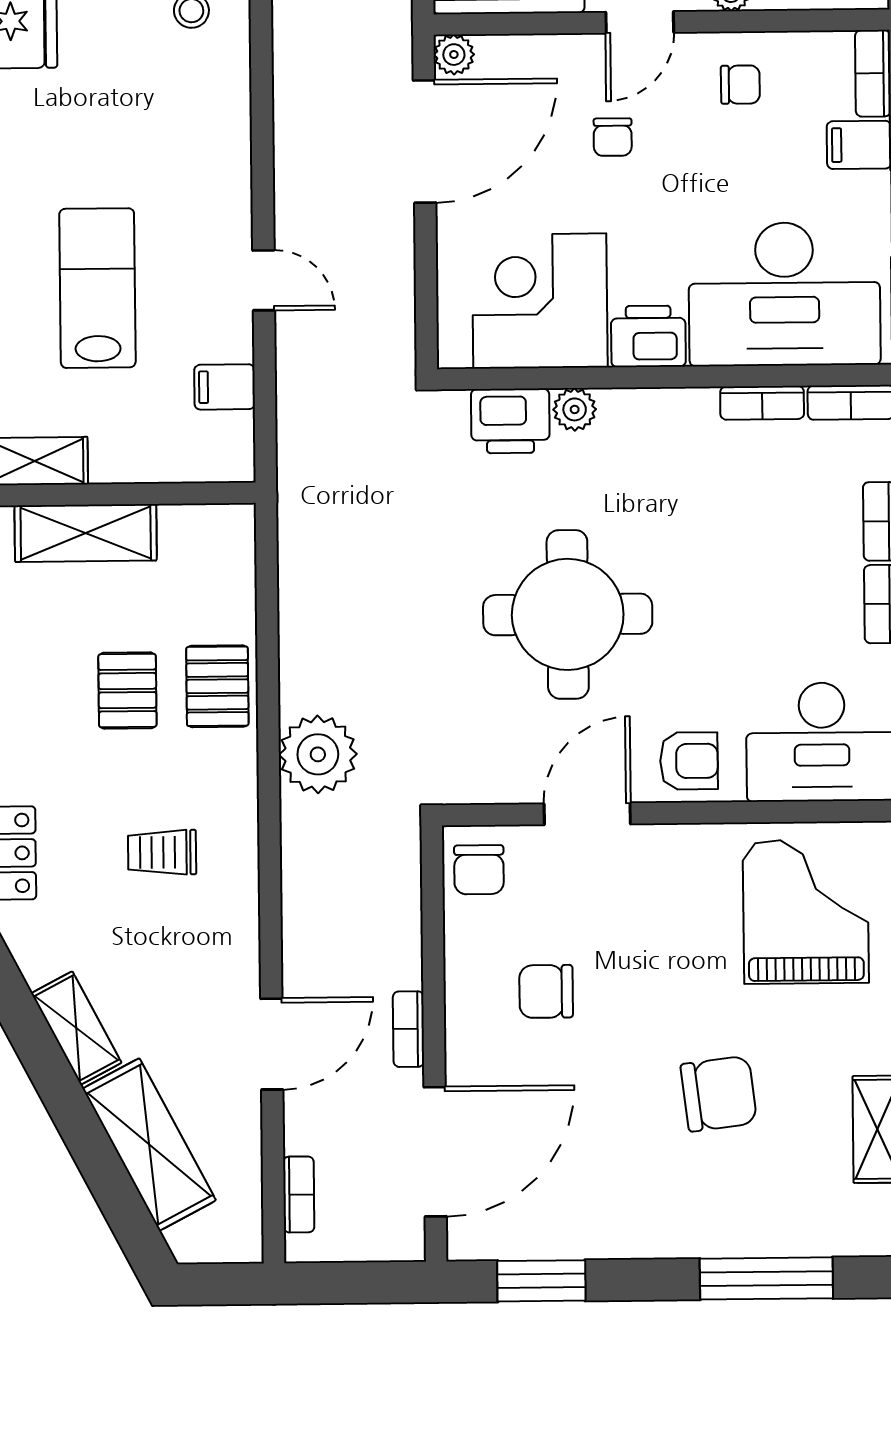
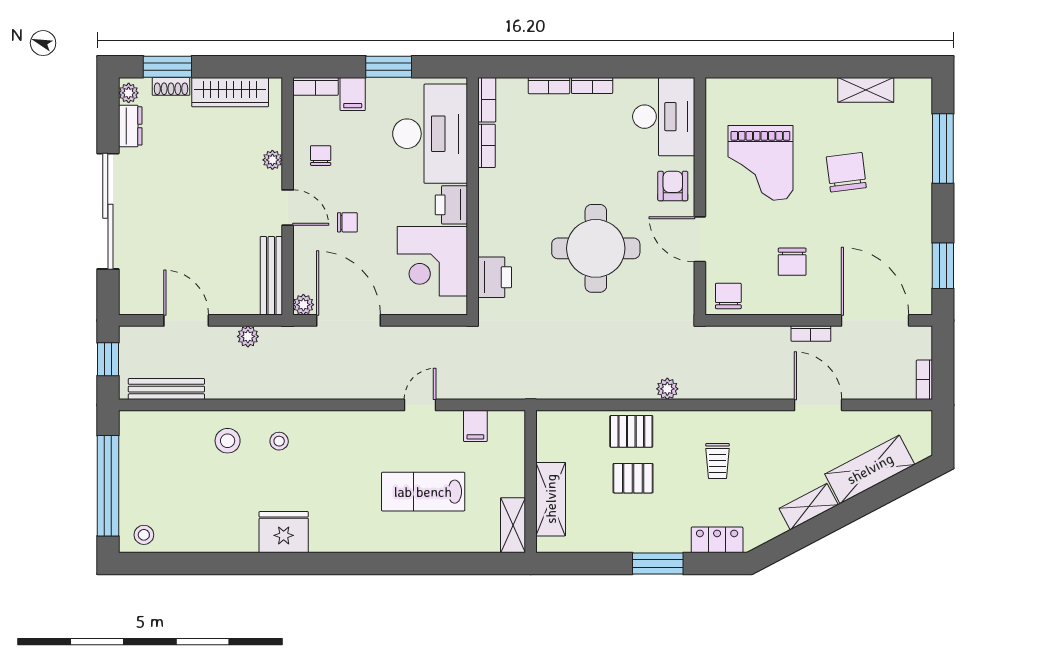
plant: (575, 409) -> (489, 244), removed
plant: (318, 754) -> (667, 389), width x0.53, depth x0.53
chair: (479, 870) -> (728, 296), turned -90
grand piano: (806, 912) -> (760, 163), moved, turned -90
bookcase: (299, 1194) -> (924, 380), moved, turned -90

